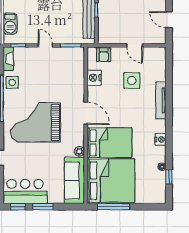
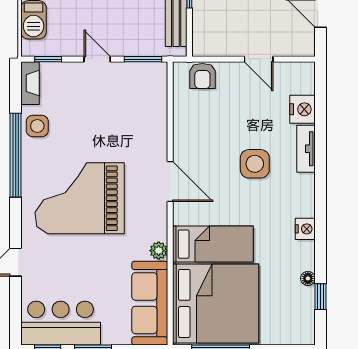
nightstand: (94, 78) -> (302, 109), moved, turned 180
side table: (132, 80) -> (255, 164), moved
tv unit: (161, 100) -> (306, 149), width x0.71
bed: (109, 143) -> (213, 244), width x0.67

